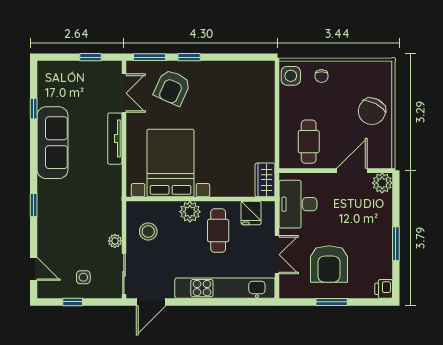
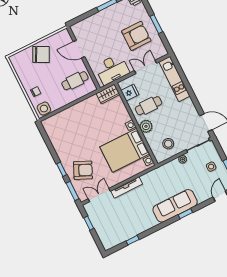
sofa: (52, 143) -> (175, 206), moved
plant: (382, 183) -> (77, 29), removed
kitchen unit: (225, 288) -> (174, 79), width x0.73

